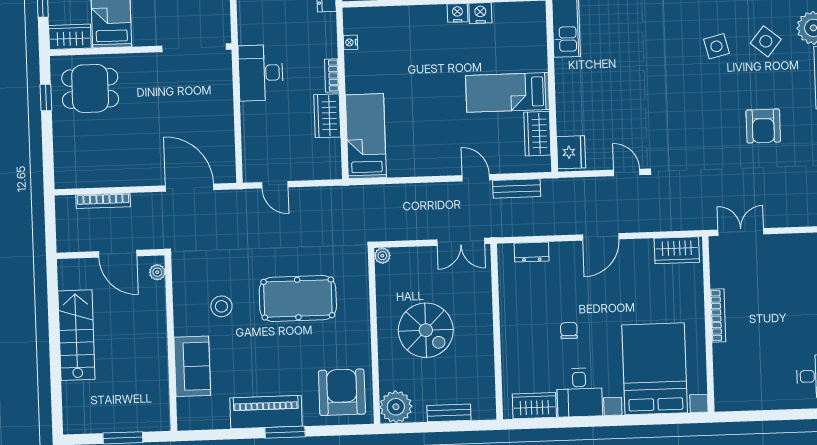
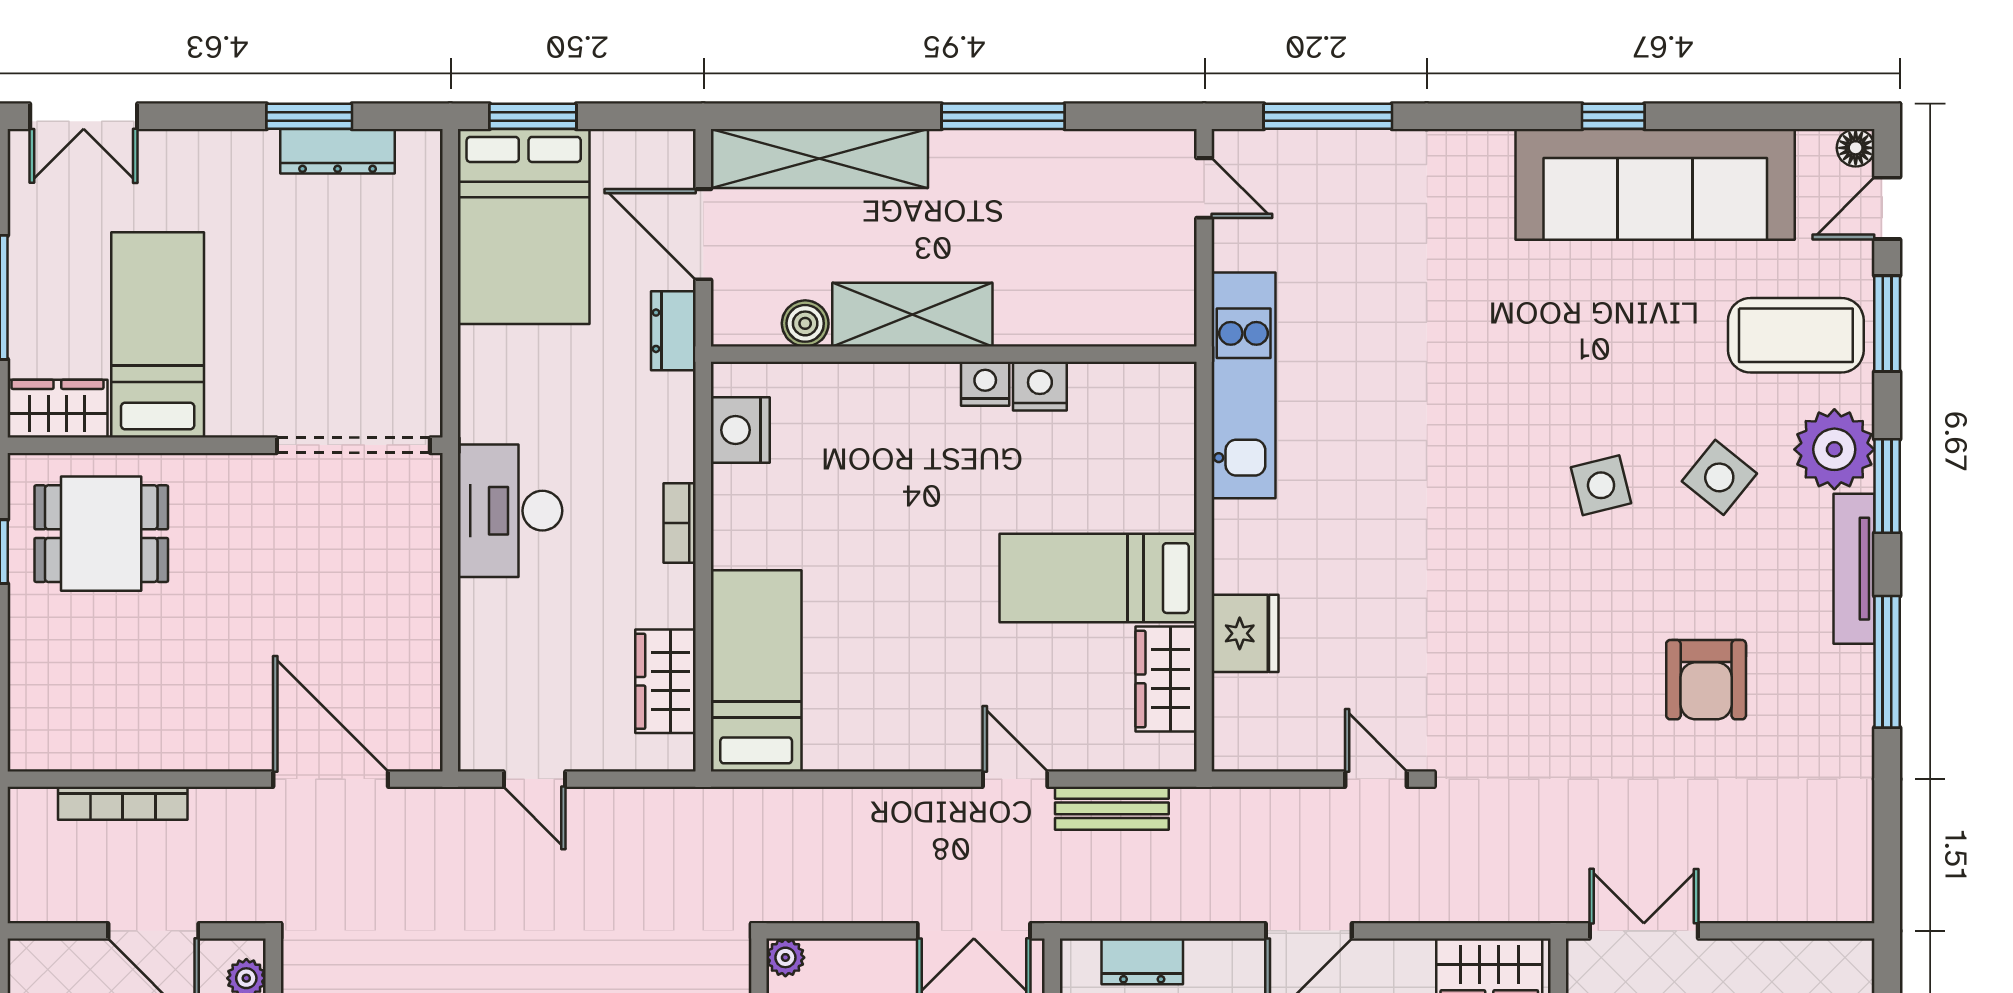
nightstand: (351, 42) -> (740, 430), width x1.89, depth x1.79
wardrobe: (327, 116) -> (666, 681), moved
fridge: (571, 152) -> (1245, 633), moved

